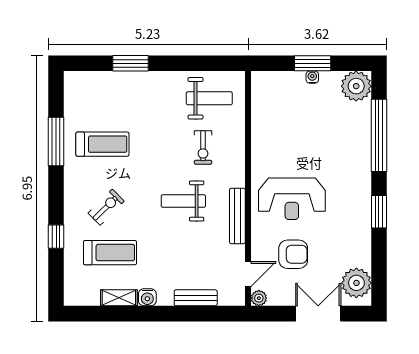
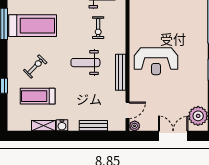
treadmill: (102, 144) -> (33, 26), width x1.37, depth x1.38
treadmill: (110, 253) -> (38, 96), turned 180
armchair: (293, 254) -> (157, 97), removed

